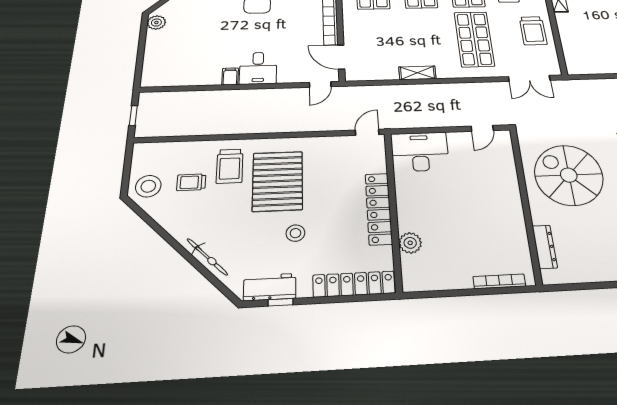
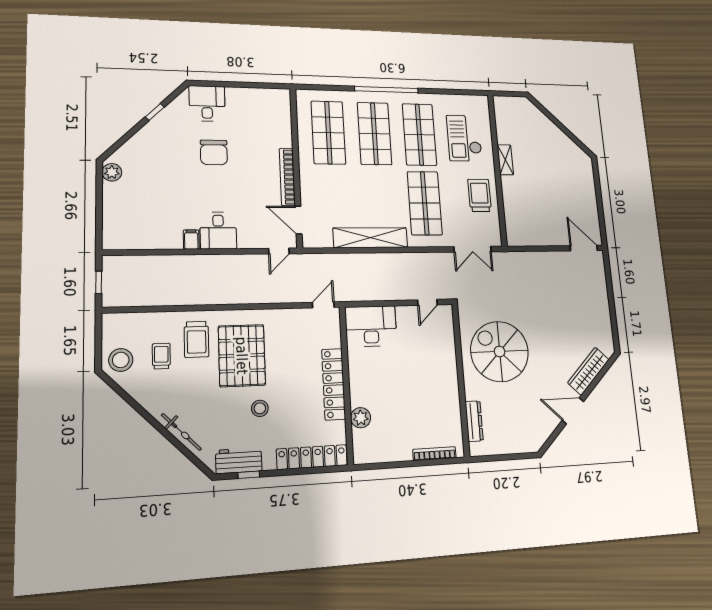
trolley: (533, 31) -> (480, 195), turned 180
shelving: (417, 73) -> (370, 238), width x2.20, depth x1.33
trolley: (191, 182) -> (161, 356), turned 90

